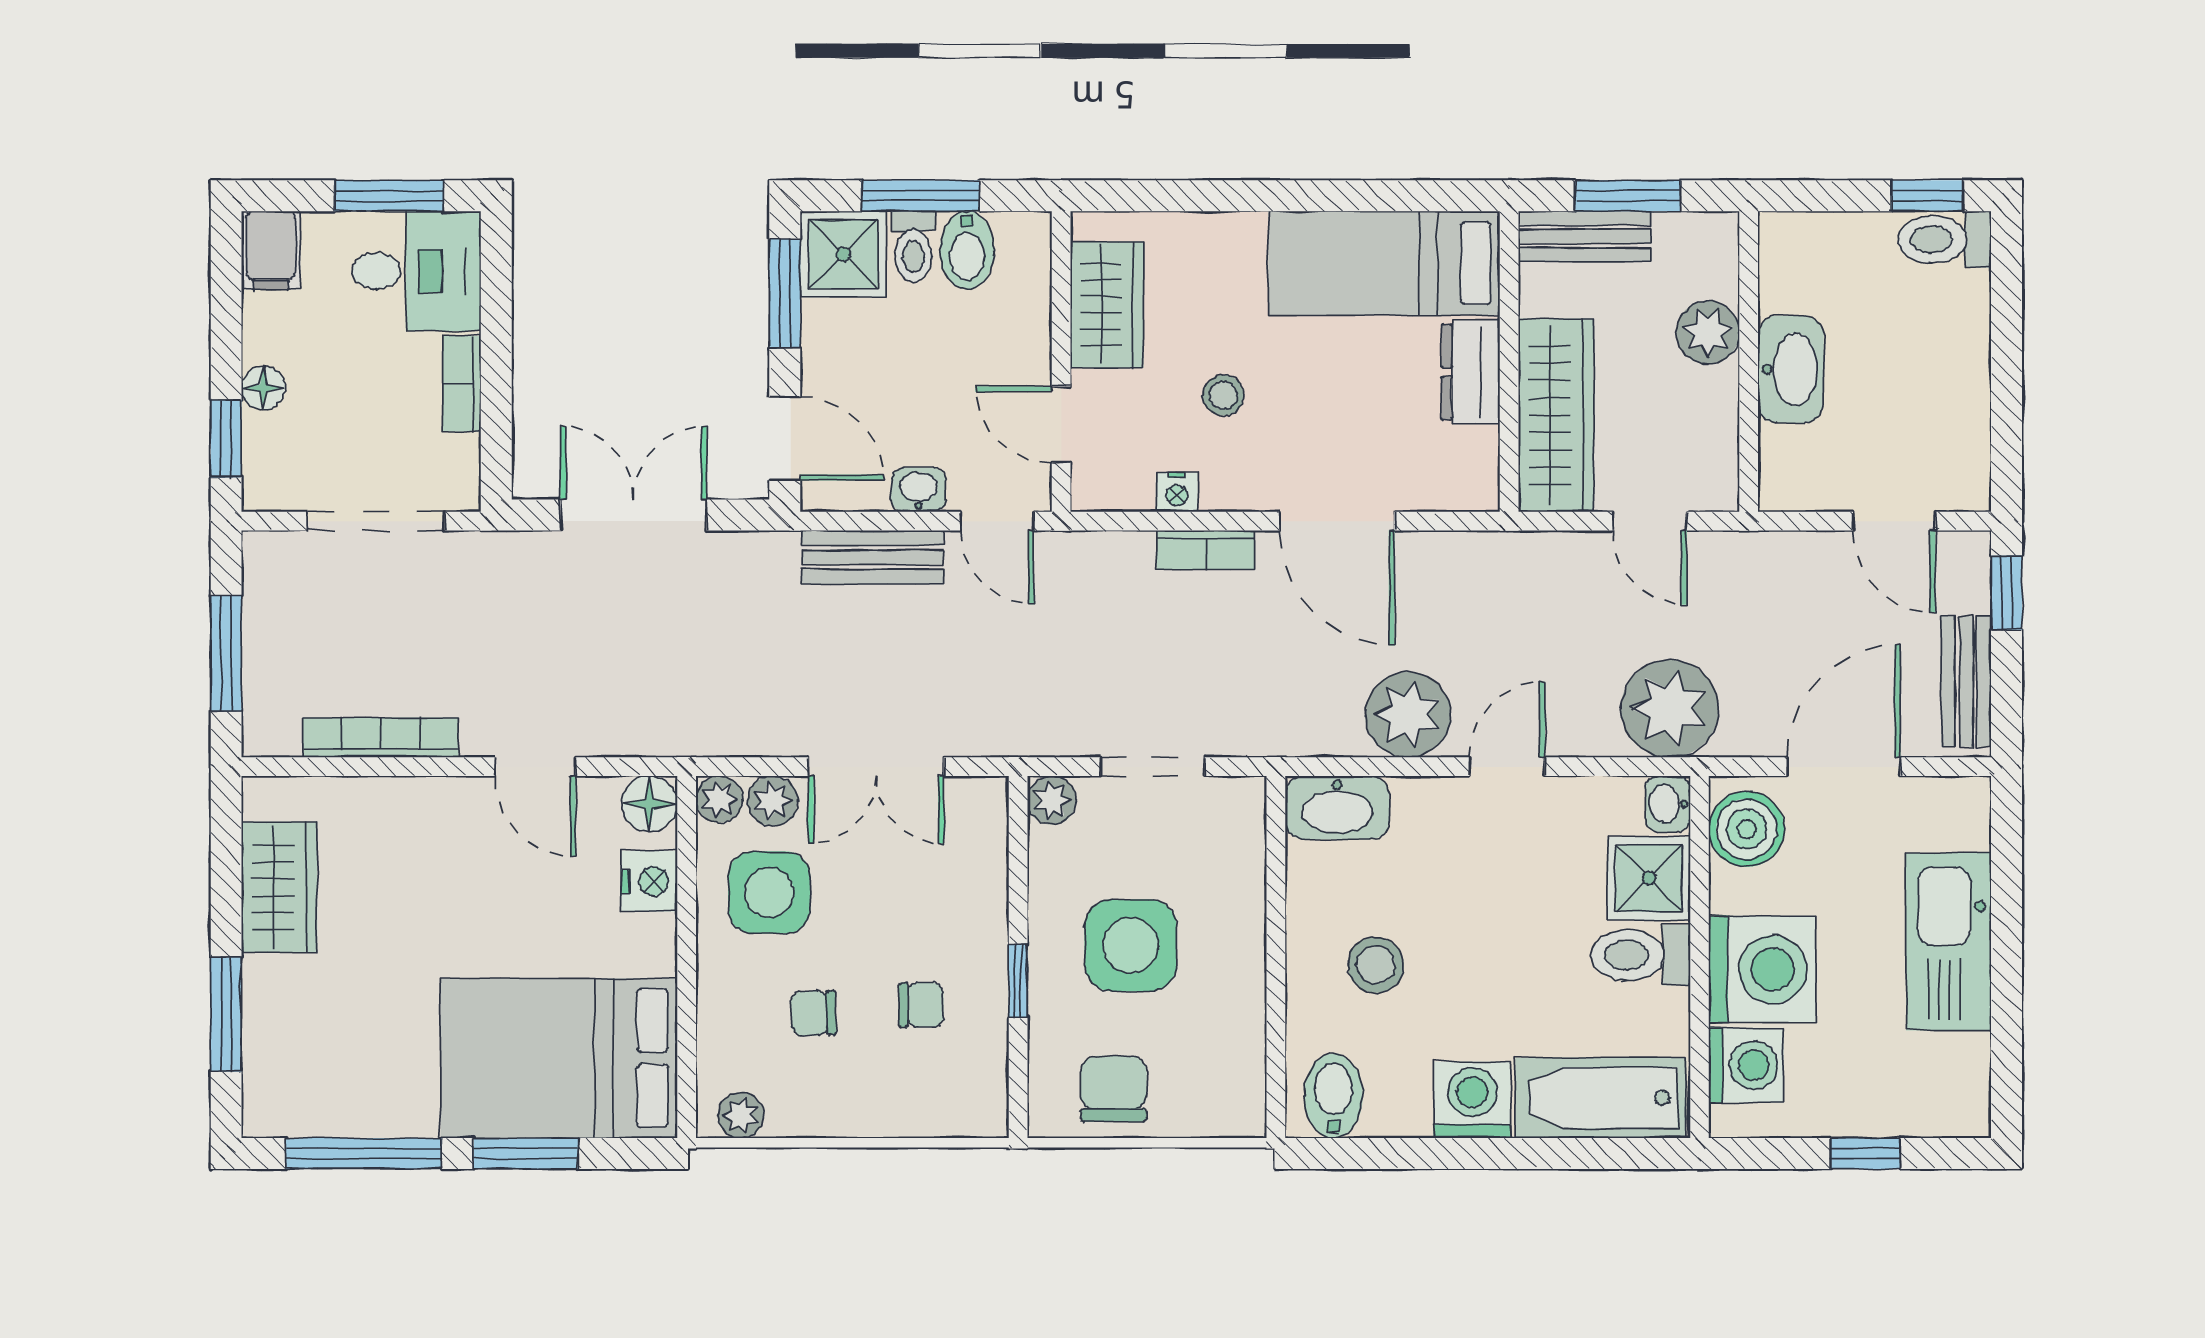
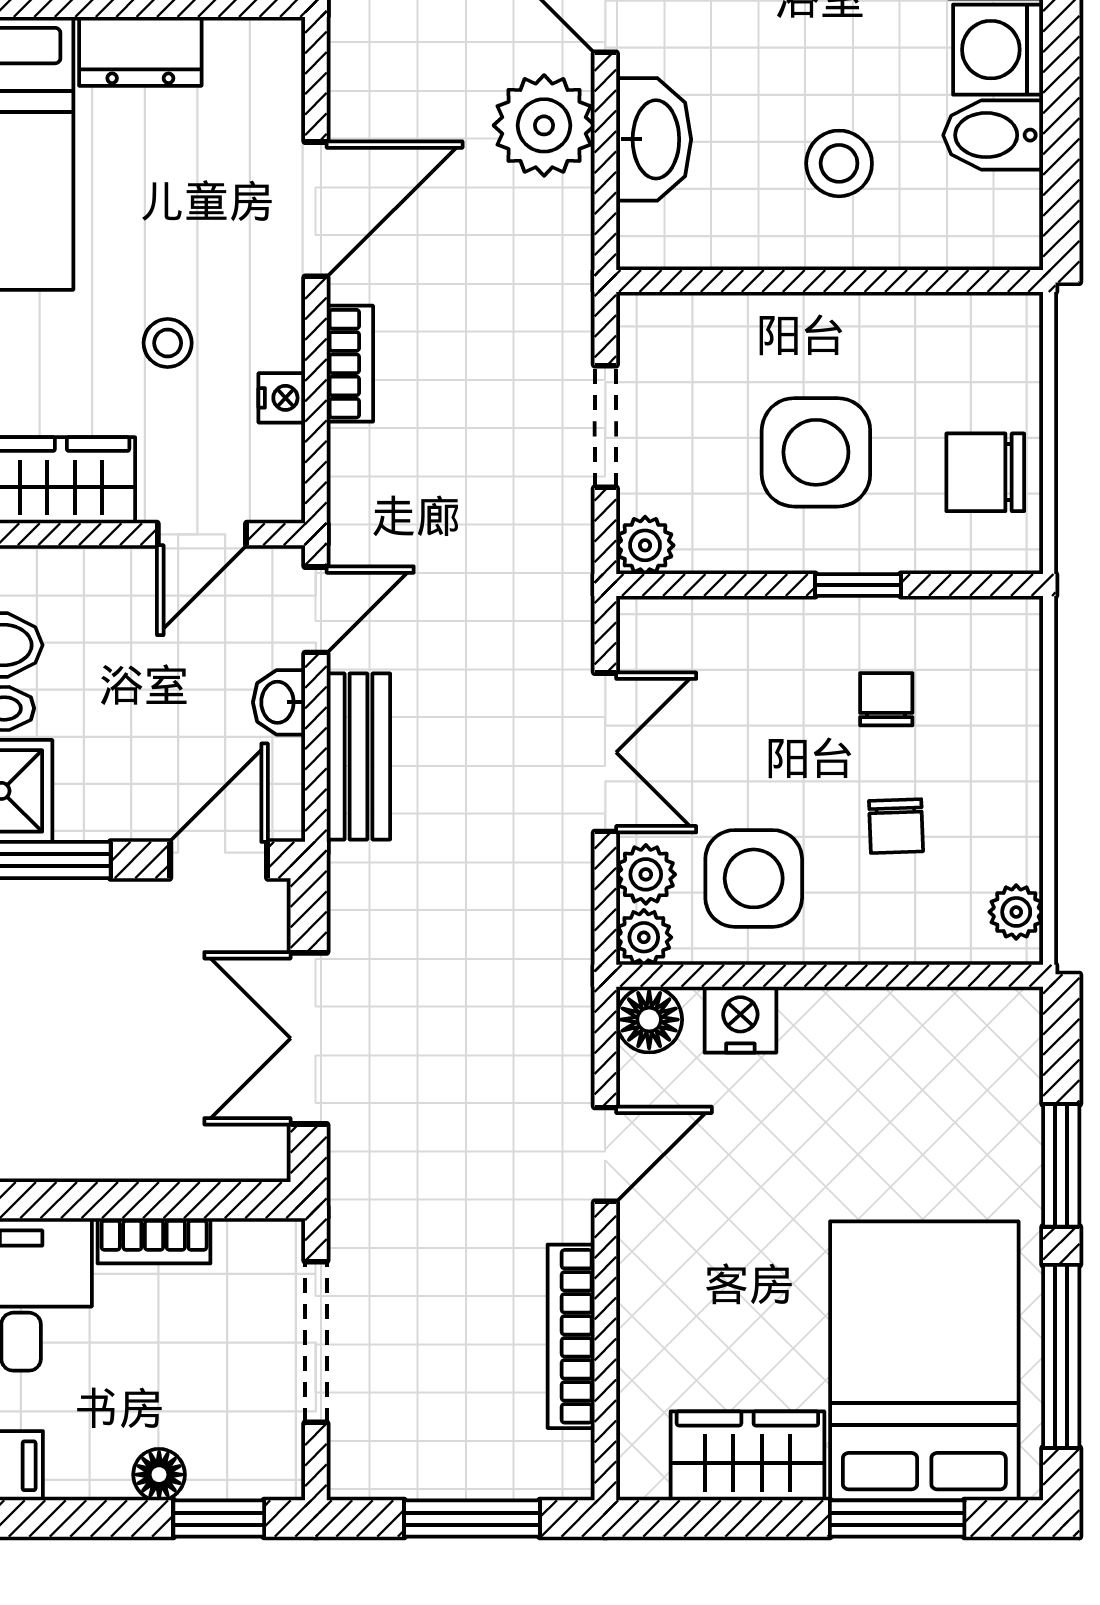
washbasin: (1337, 808) -> (654, 139), moved
bed: (559, 1058) -> (924, 1361), moved, turned 180
bidet: (1333, 1096) -> (993, 135), moved

